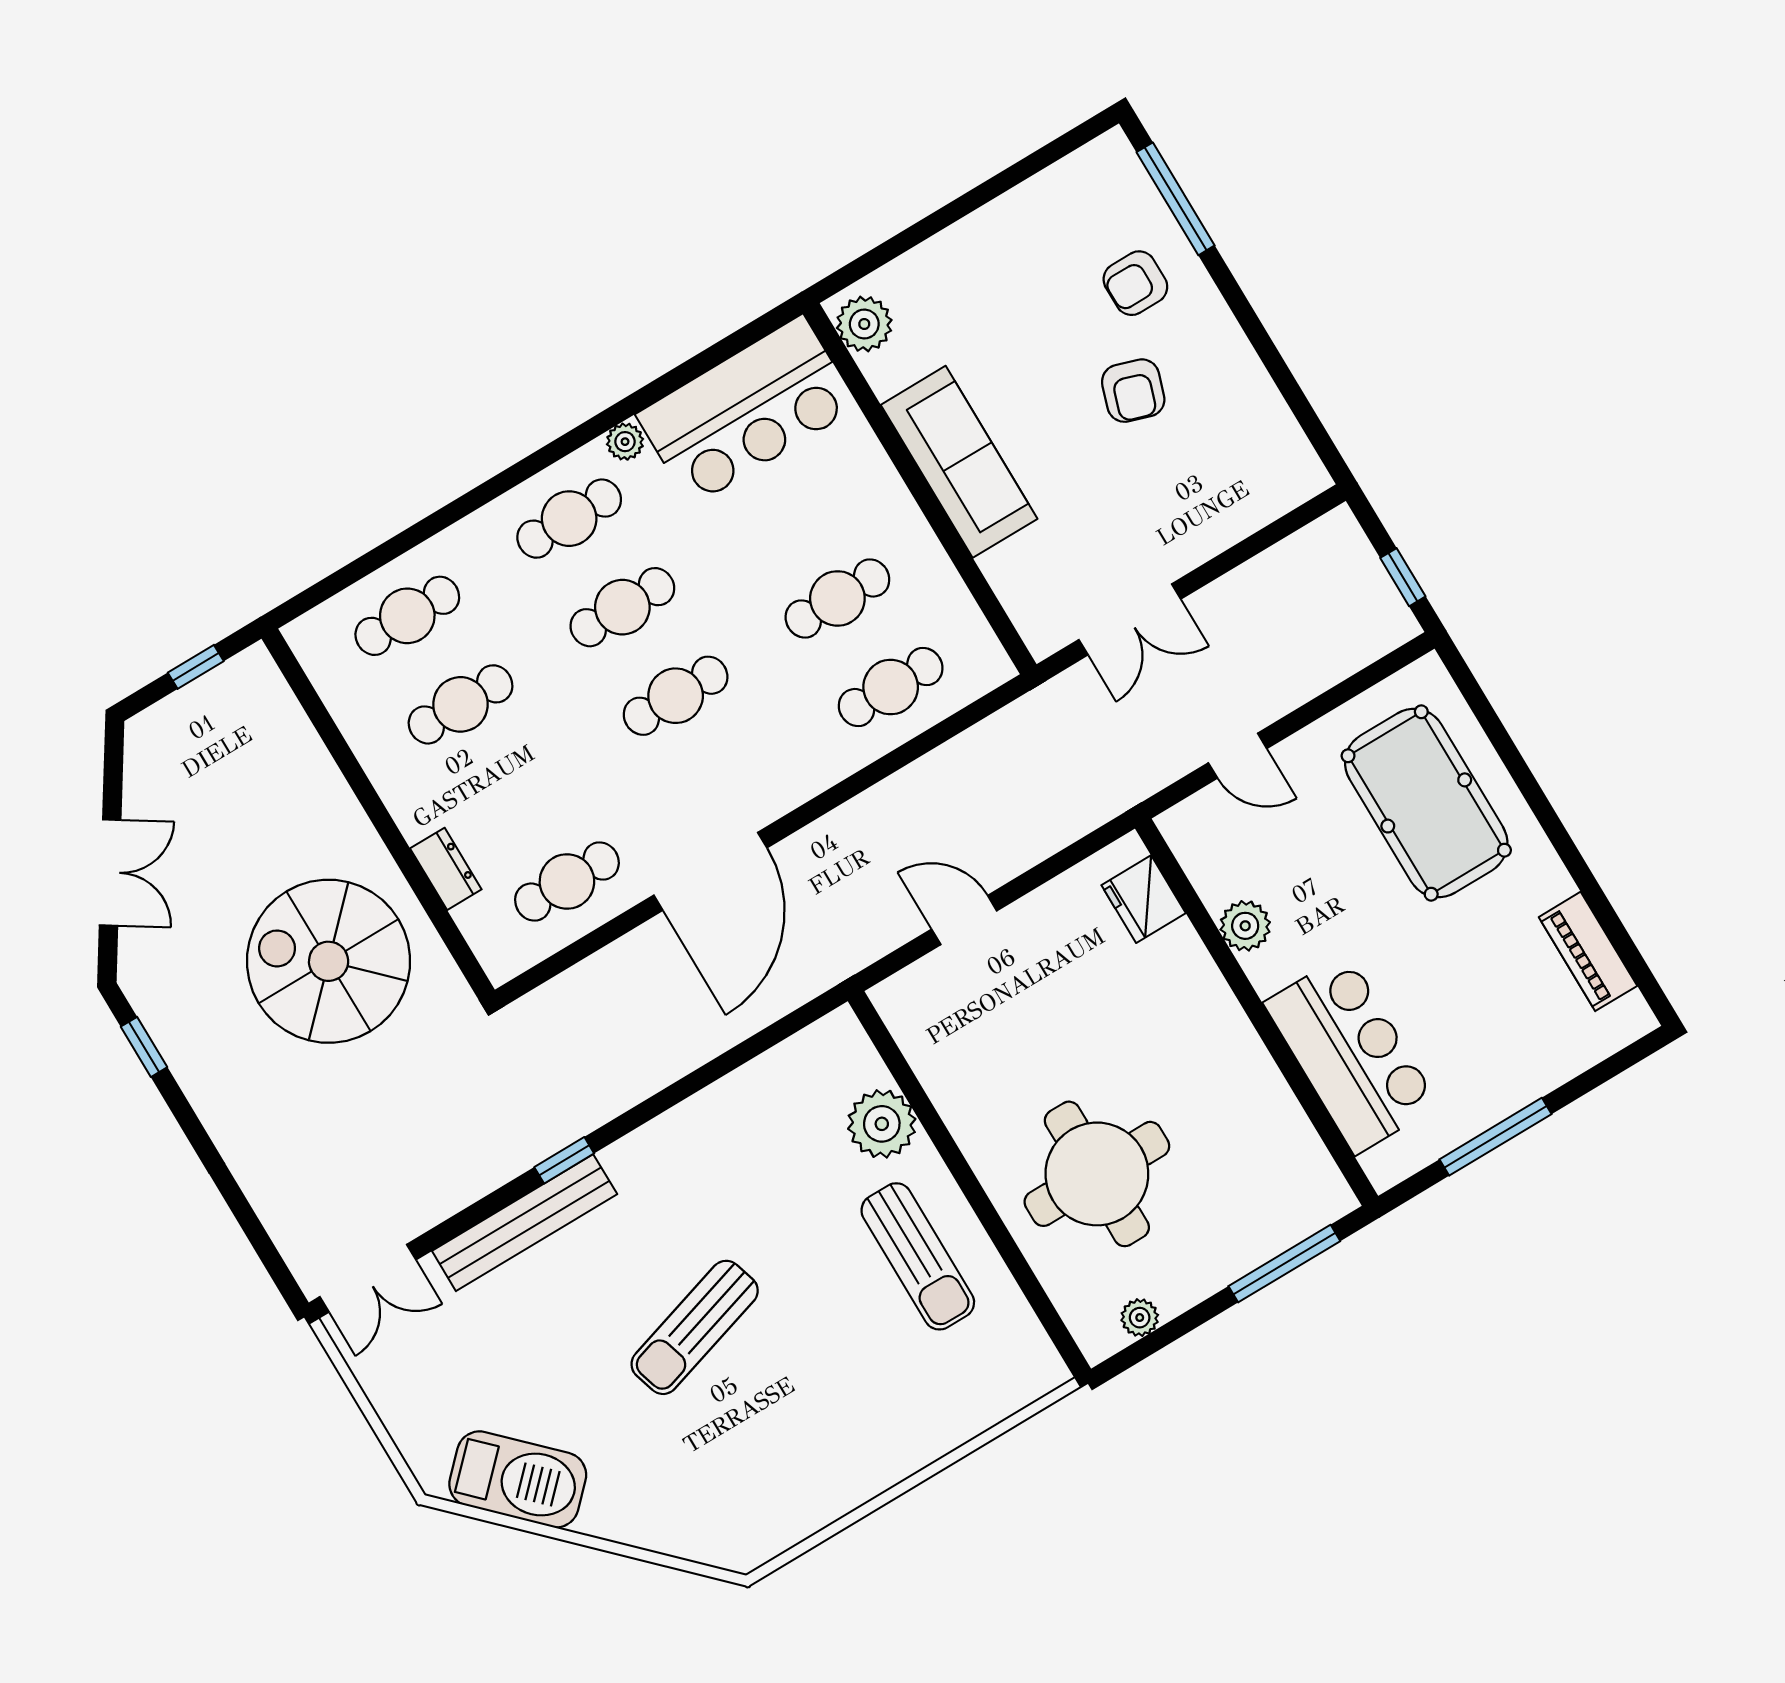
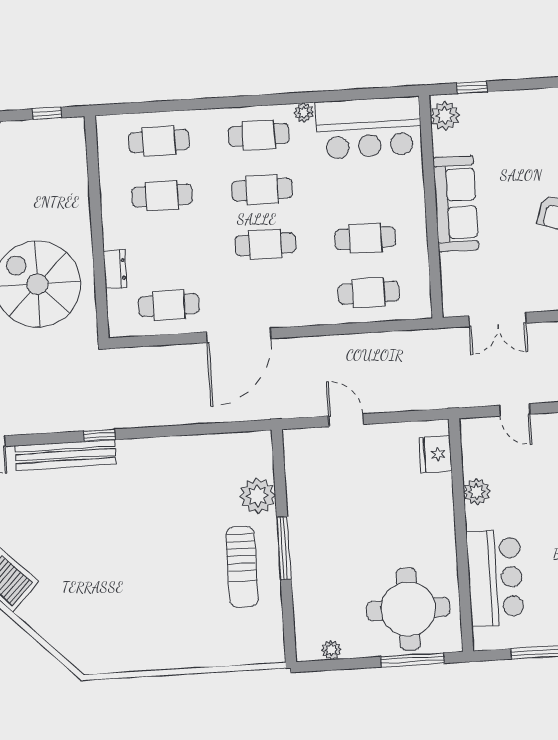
window: (885, 253) -> (472, 87), added
round table: (1097, 1174) -> (408, 609), moved
window: (972, 1189) -> (284, 548), added
sun lounger: (695, 1327) -> (120, 546), removed

